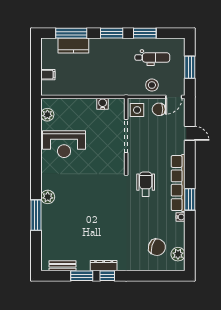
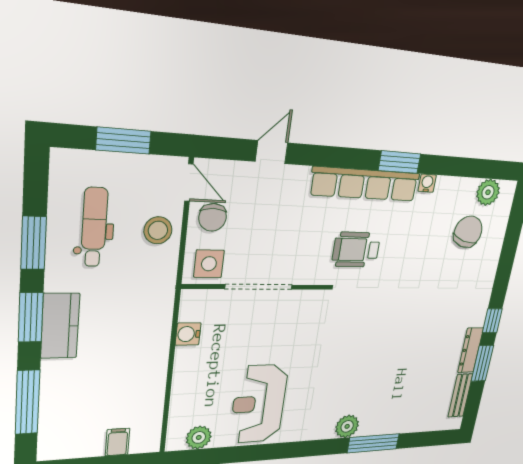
kitchen counter: (73, 46) -> (60, 326), moved
reception desk: (64, 144) -> (259, 404), turned 180
dresser: (104, 266) -> (471, 350), moved

